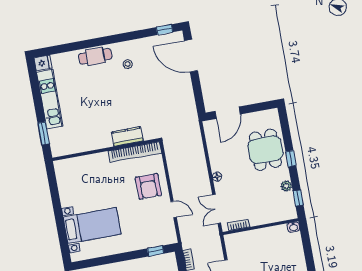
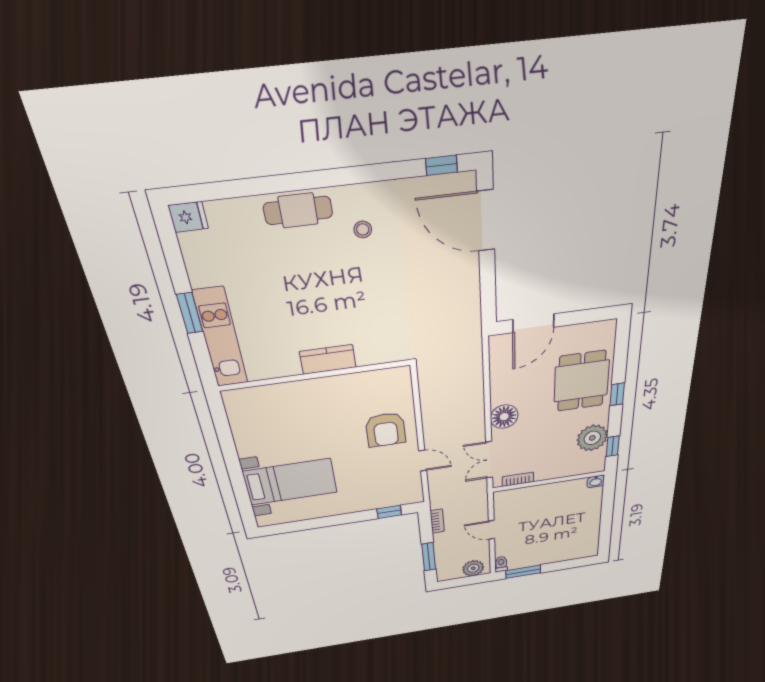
kitchen unit: (50, 99) -> (221, 338), moved
window: (44, 133) -> (190, 313), moved
kitchen counter: (127, 136) -> (328, 359), moved
bookcase: (135, 152) -> (366, 380), removed
floor lamp: (217, 177) -> (504, 417), width x1.89, depth x1.89
plant: (286, 186) -> (592, 438), width x1.87, depth x1.87

